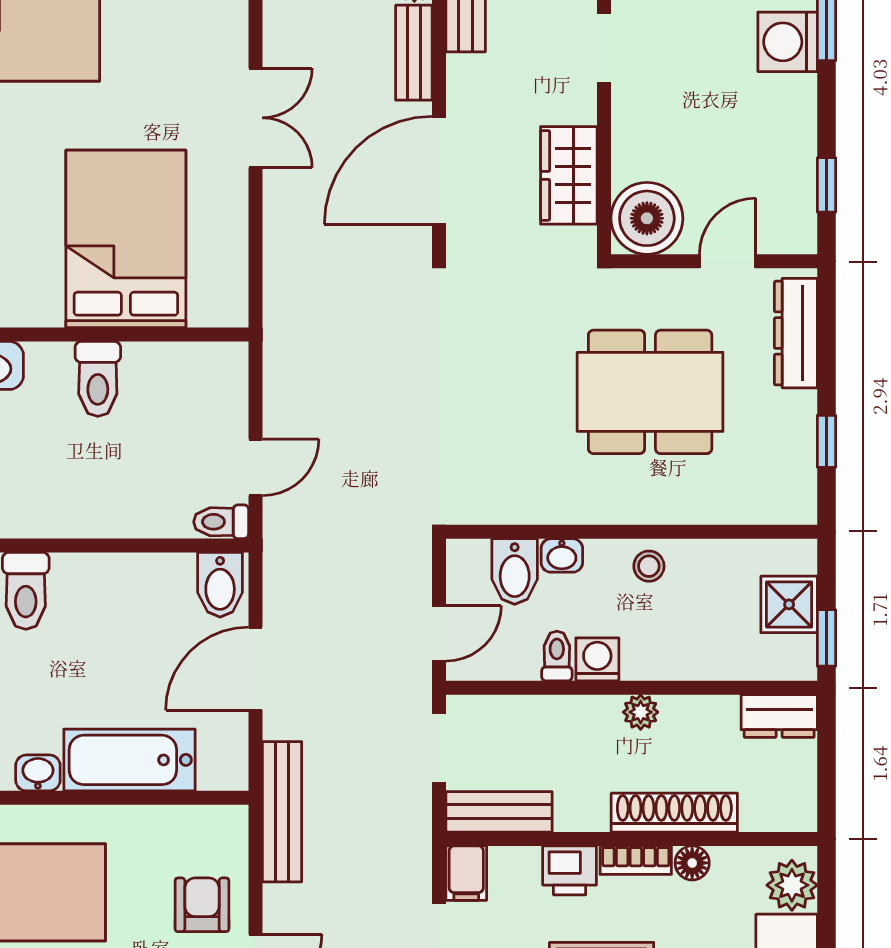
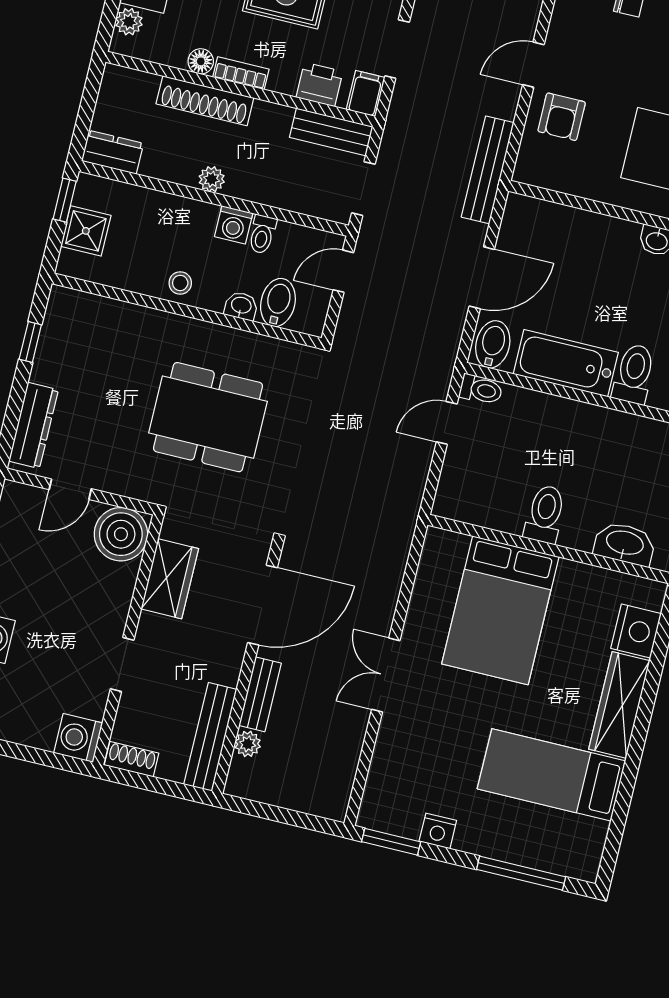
dining table: (650, 392) -> (208, 417), moved
bathtub: (129, 760) -> (566, 363), moved, turned 180
printer: (570, 870) -> (319, 84), moved
plant: (792, 885) -> (129, 22), width x0.73, depth x0.73

